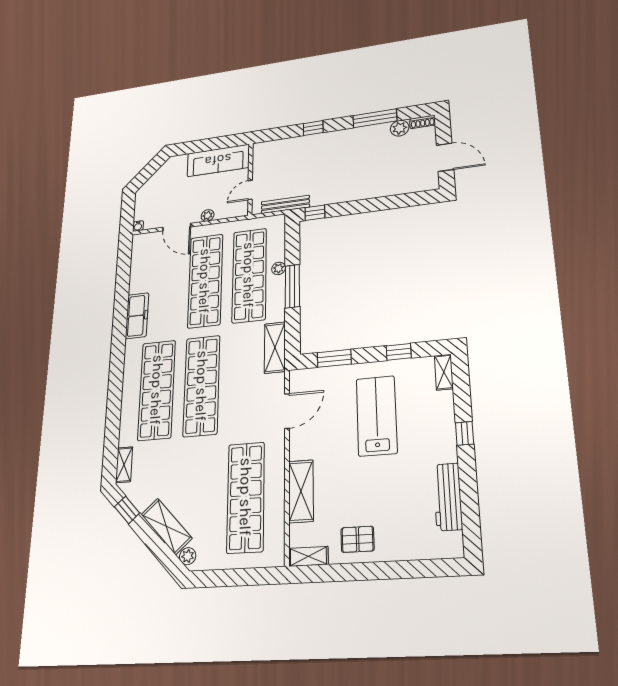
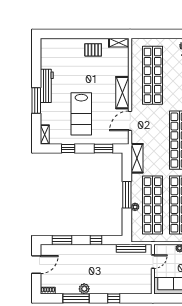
plant: (400, 128) -> (84, 289), moved
door: (445, 157) -> (36, 265), swing flipped
window: (402, 201) -> (62, 240), added
window: (315, 213) -> (96, 240), moved
window: (465, 433) -> (36, 101), width x2.17
shelving: (301, 491) -> (122, 93), moved
workbench: (448, 497) -> (47, 86), moved

